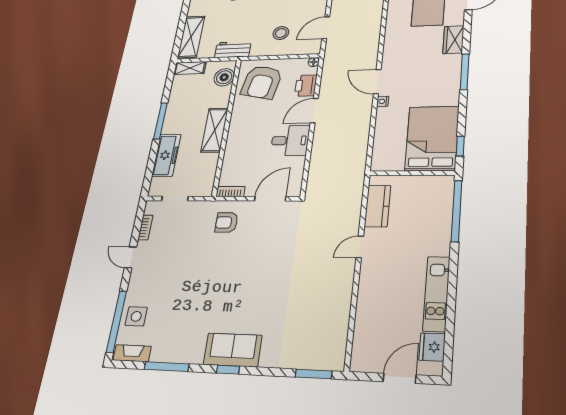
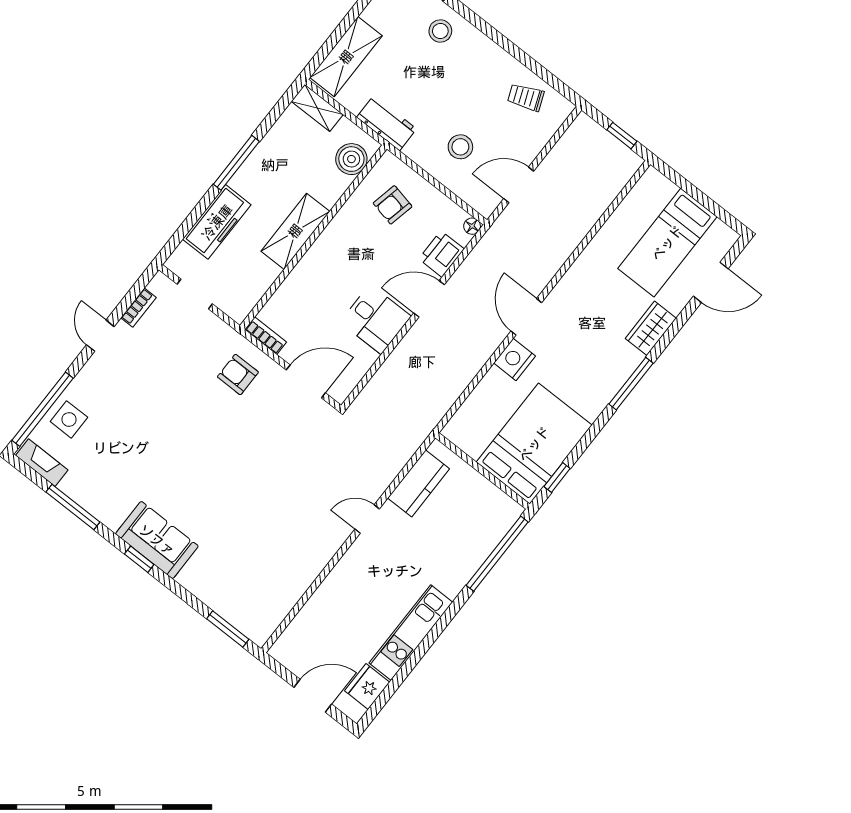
armchair: (262, 82) -> (393, 205), width x0.53, depth x0.53
nightstand: (383, 101) -> (515, 360), width x1.89, depth x1.79

